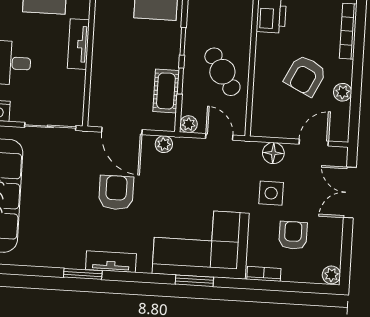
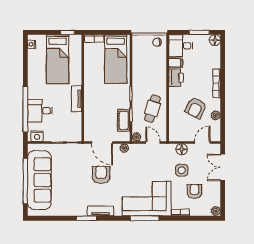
cafe table: (222, 72) -> (152, 109), turned 50
window: (194, 281) -> (145, 218), width x1.44

